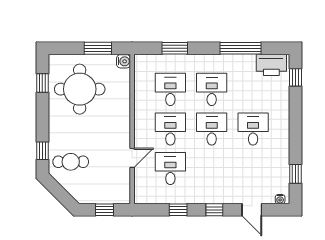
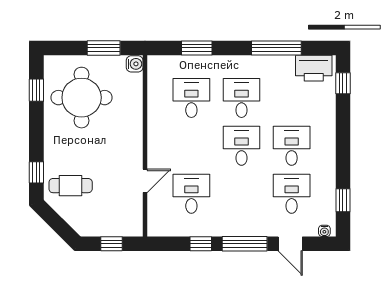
desk: (170, 129) -> (292, 194), moved
window: (214, 210) -> (245, 244), width x2.17

